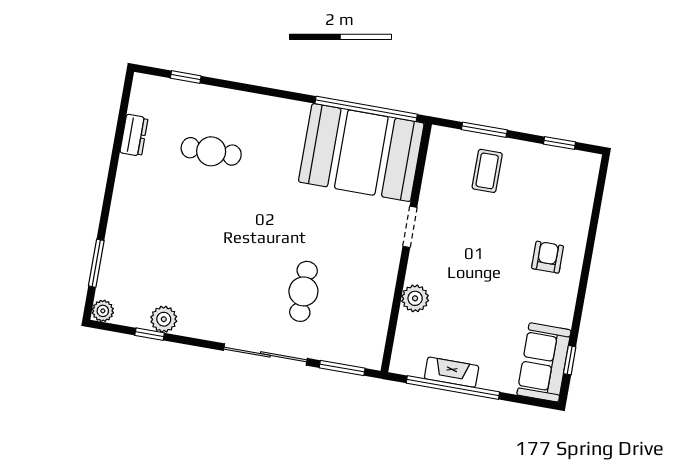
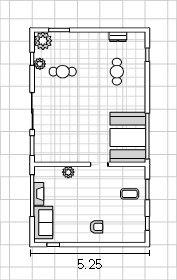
cafe table: (303, 291) -> (63, 72), moved
plant: (103, 311) -> (43, 41), width x1.87, depth x1.87
sofa: (544, 362) -> (43, 223), moved, turned 90

